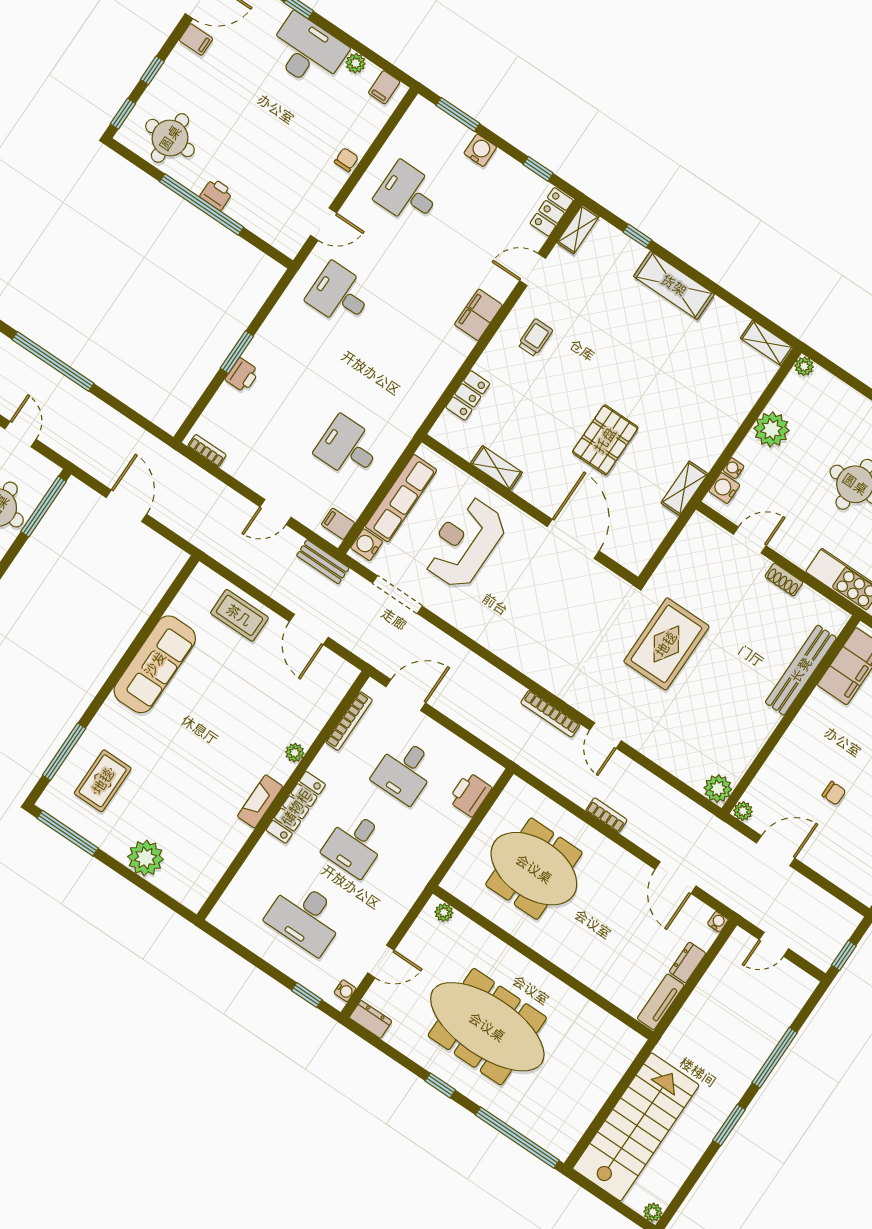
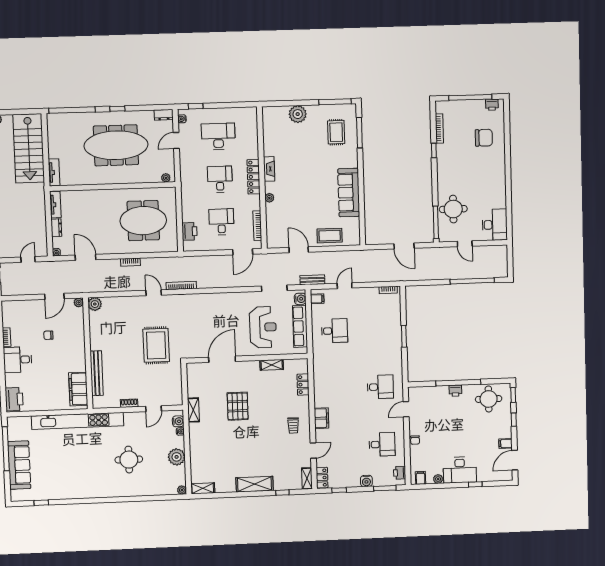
printer: (242, 375) -> (400, 473), moved
door: (573, 539) -> (222, 359), swing flipped
tv unit: (623, 1057) -> (54, 172), added

